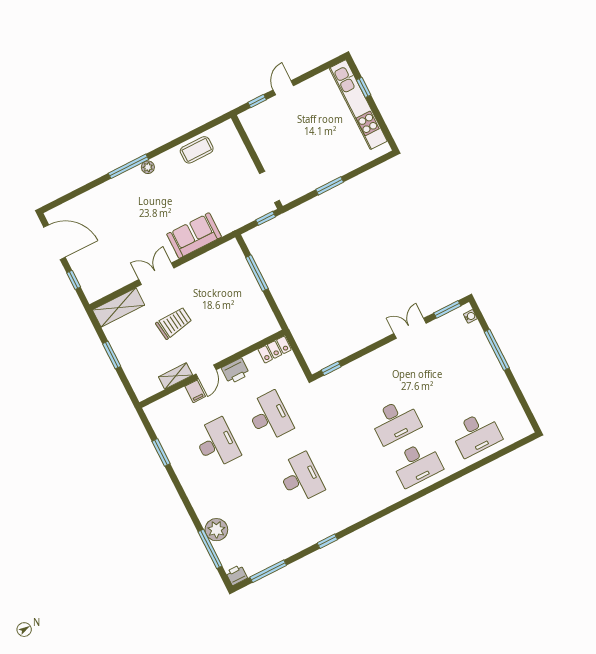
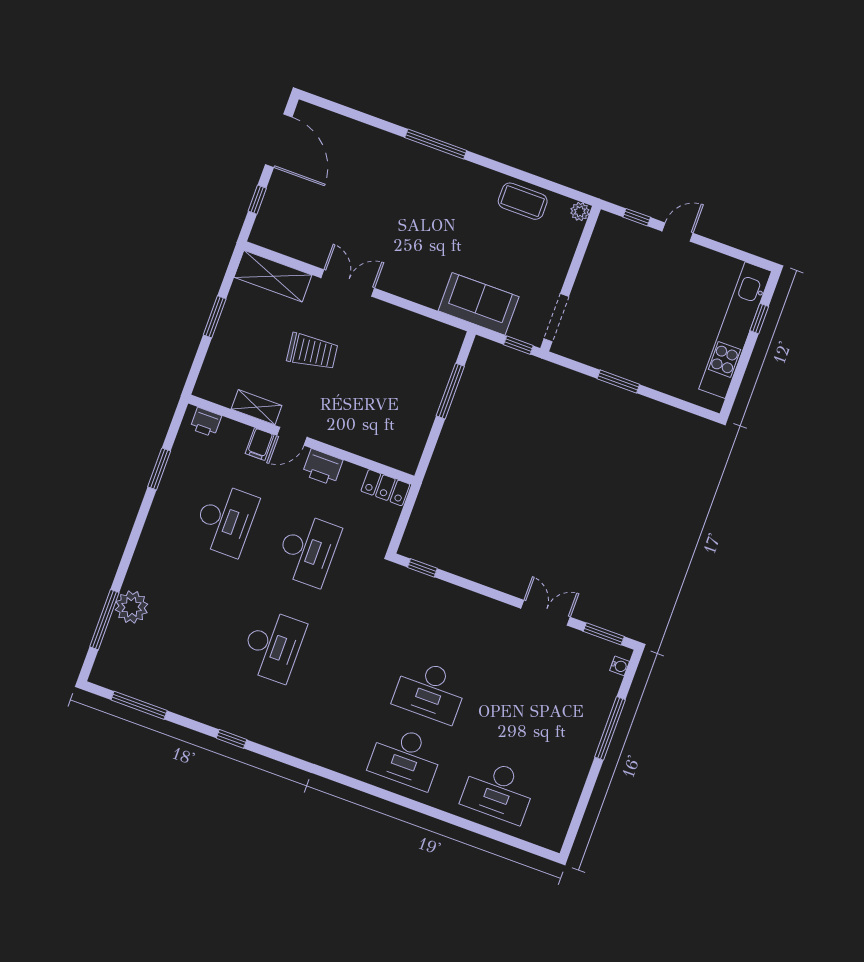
plant: (148, 167) -> (580, 212), moved
sofa: (194, 236) -> (479, 304), moved
printer: (236, 575) -> (206, 422), moved, turned 180

